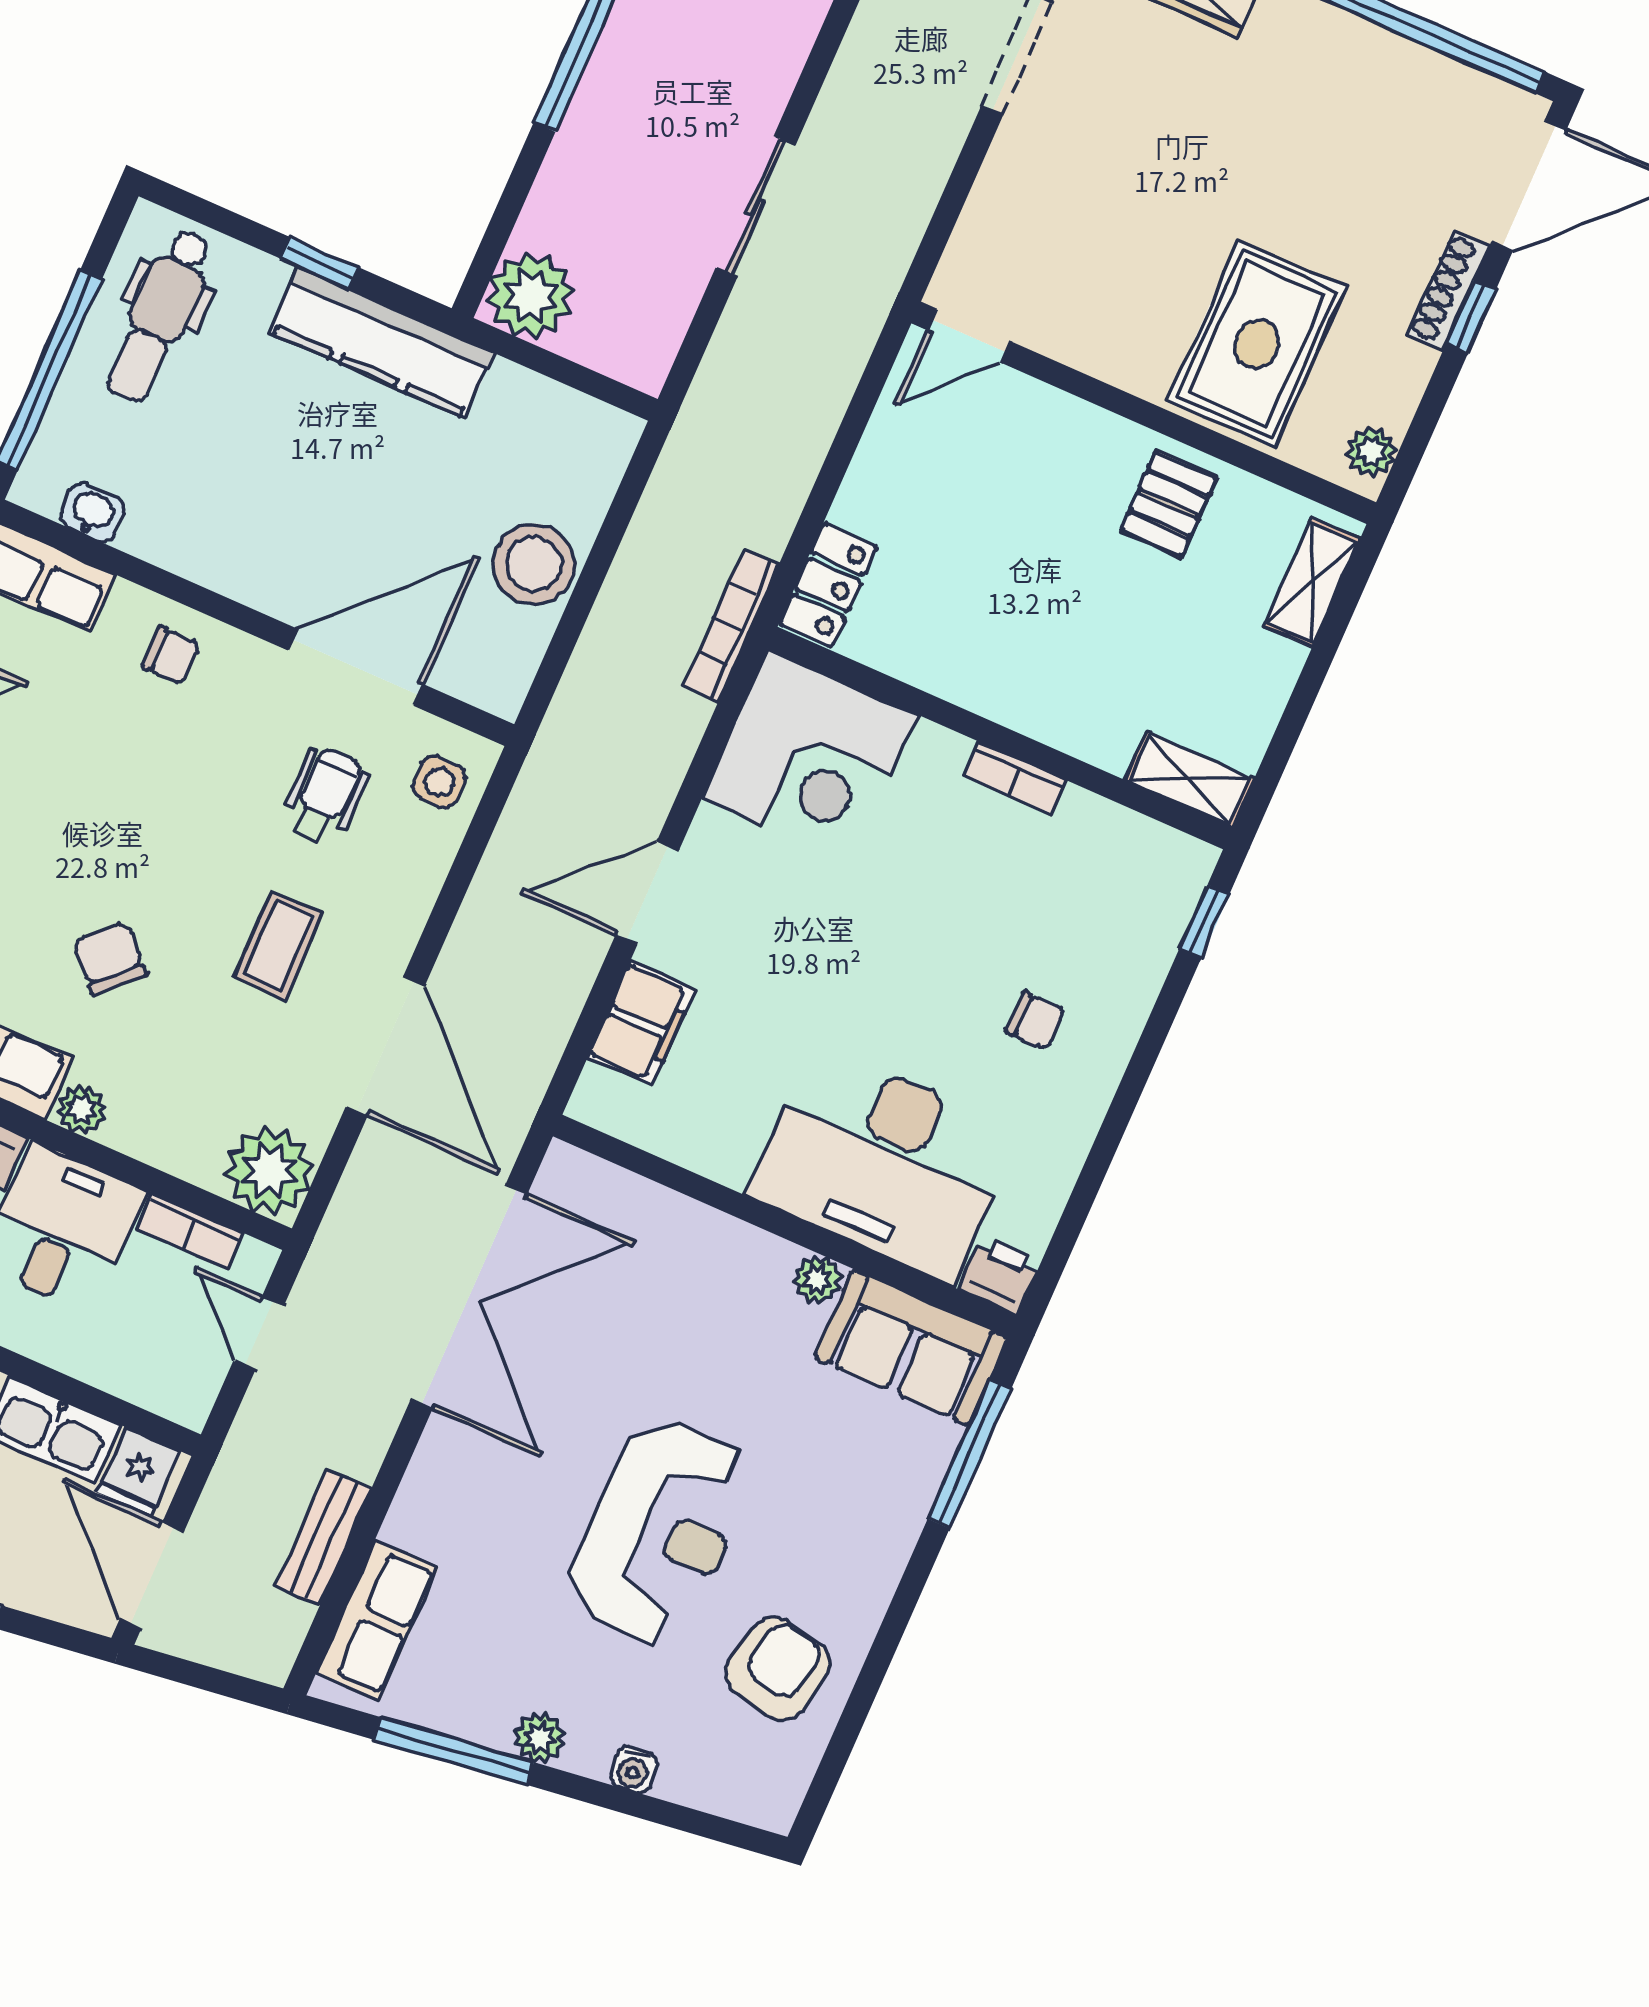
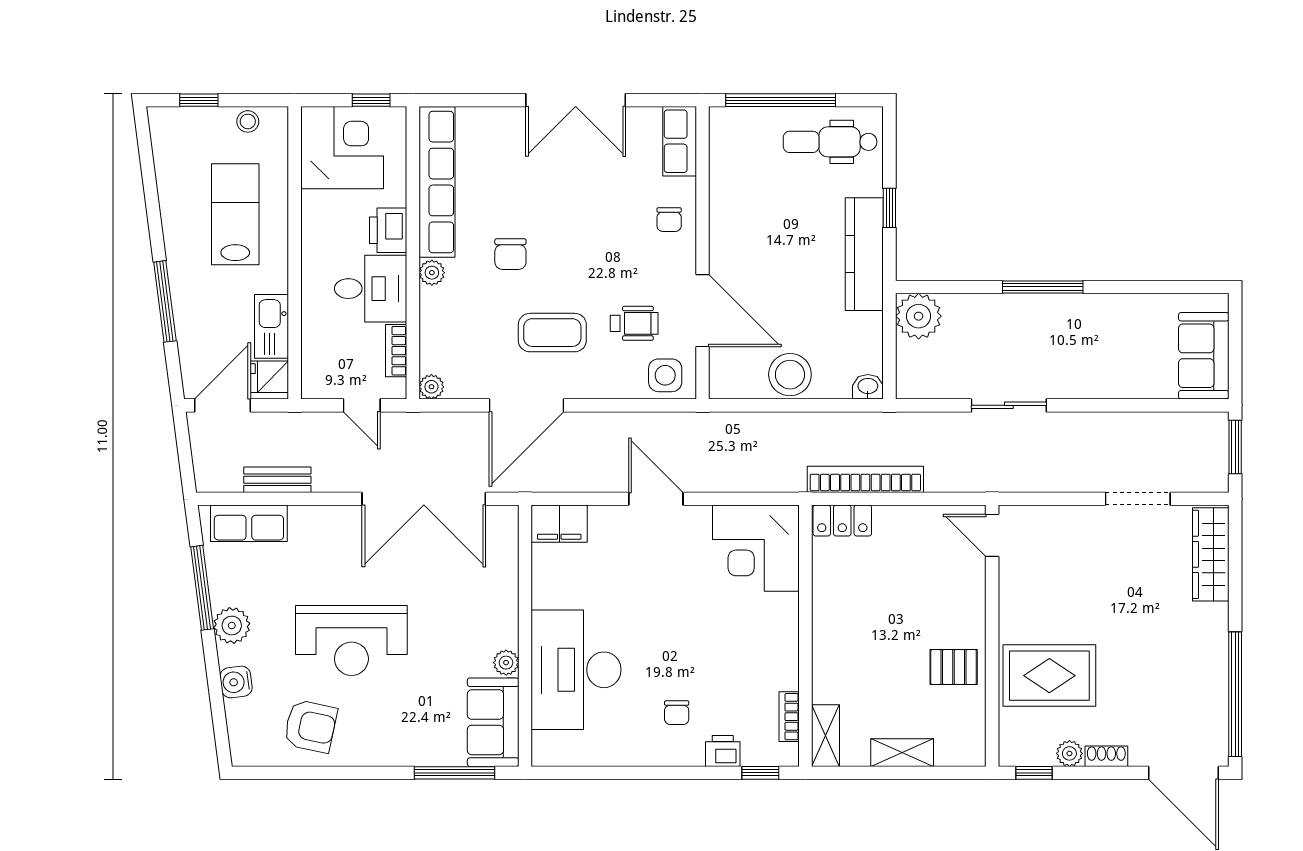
shoe rack: (1448, 291) -> (1106, 756), width x0.70
window: (1471, 316) -> (1034, 773), moved
plant: (1371, 452) -> (1069, 753), moved
washbasin: (92, 513) -> (868, 387), moved, turned -90
shelving: (1312, 582) -> (902, 753), moved
bookcase: (731, 626) -> (865, 479), moved, width x1.48, depth x1.31
bookcase: (1015, 778) -> (789, 717), moved
side table: (439, 782) -> (665, 375), width x1.37, depth x1.37
coffee table: (278, 946) -> (552, 333), width x1.36, depth x1.30
chair: (110, 958) -> (510, 254), turned 134
filing cabinet: (641, 1023) -> (559, 524), moved
plant: (269, 1170) -> (431, 387), width x0.53, depth x0.53
printer: (1000, 1275) -> (723, 751), moved, turned -90
door: (259, 1333) -> (362, 405), swing flipped
plant: (539, 1738) -> (232, 626), width x1.38, depth x1.38
water cooler: (634, 1770) -> (236, 682), width x1.38, depth x1.38

